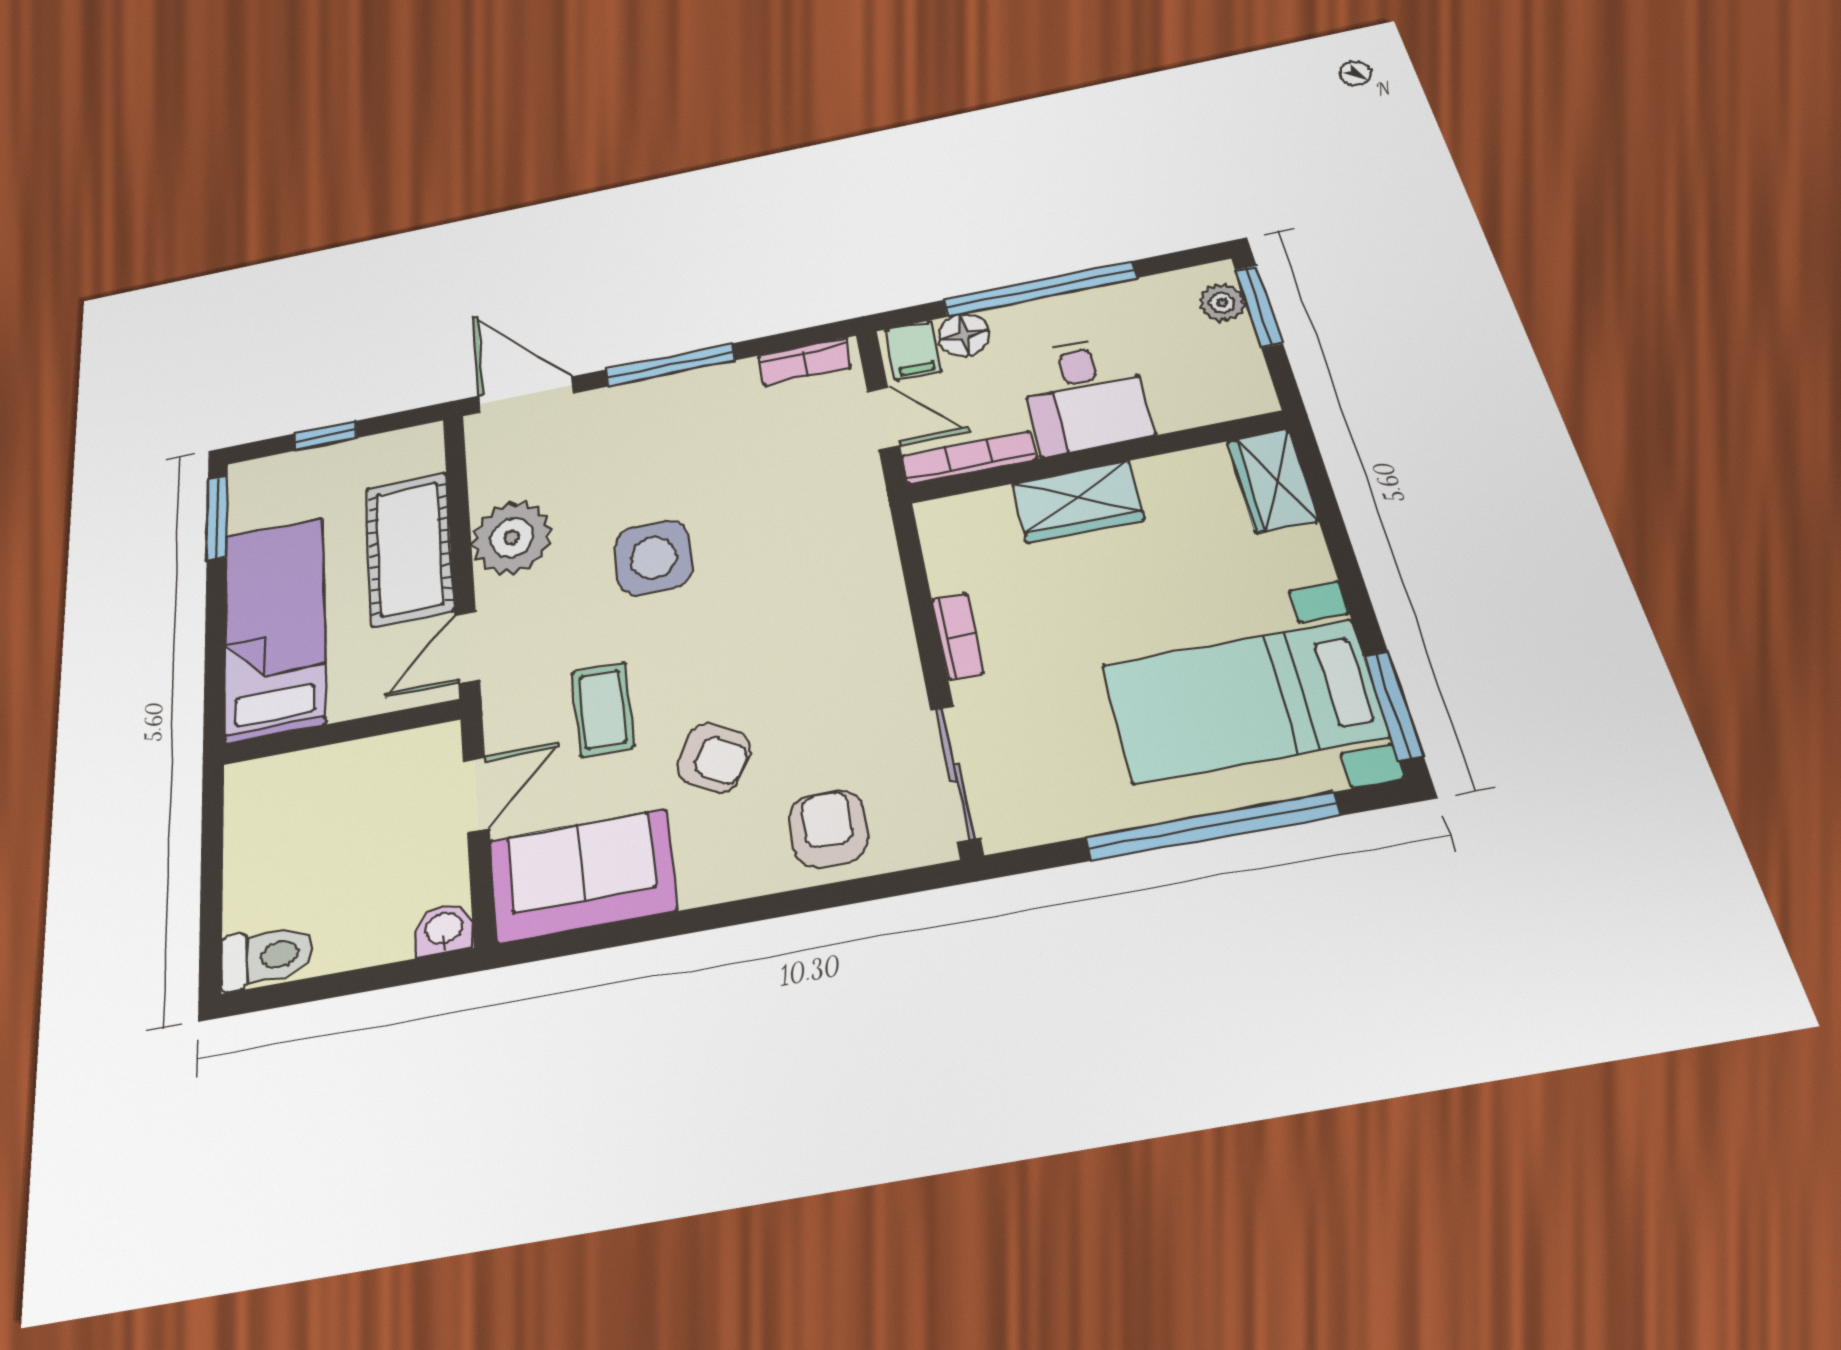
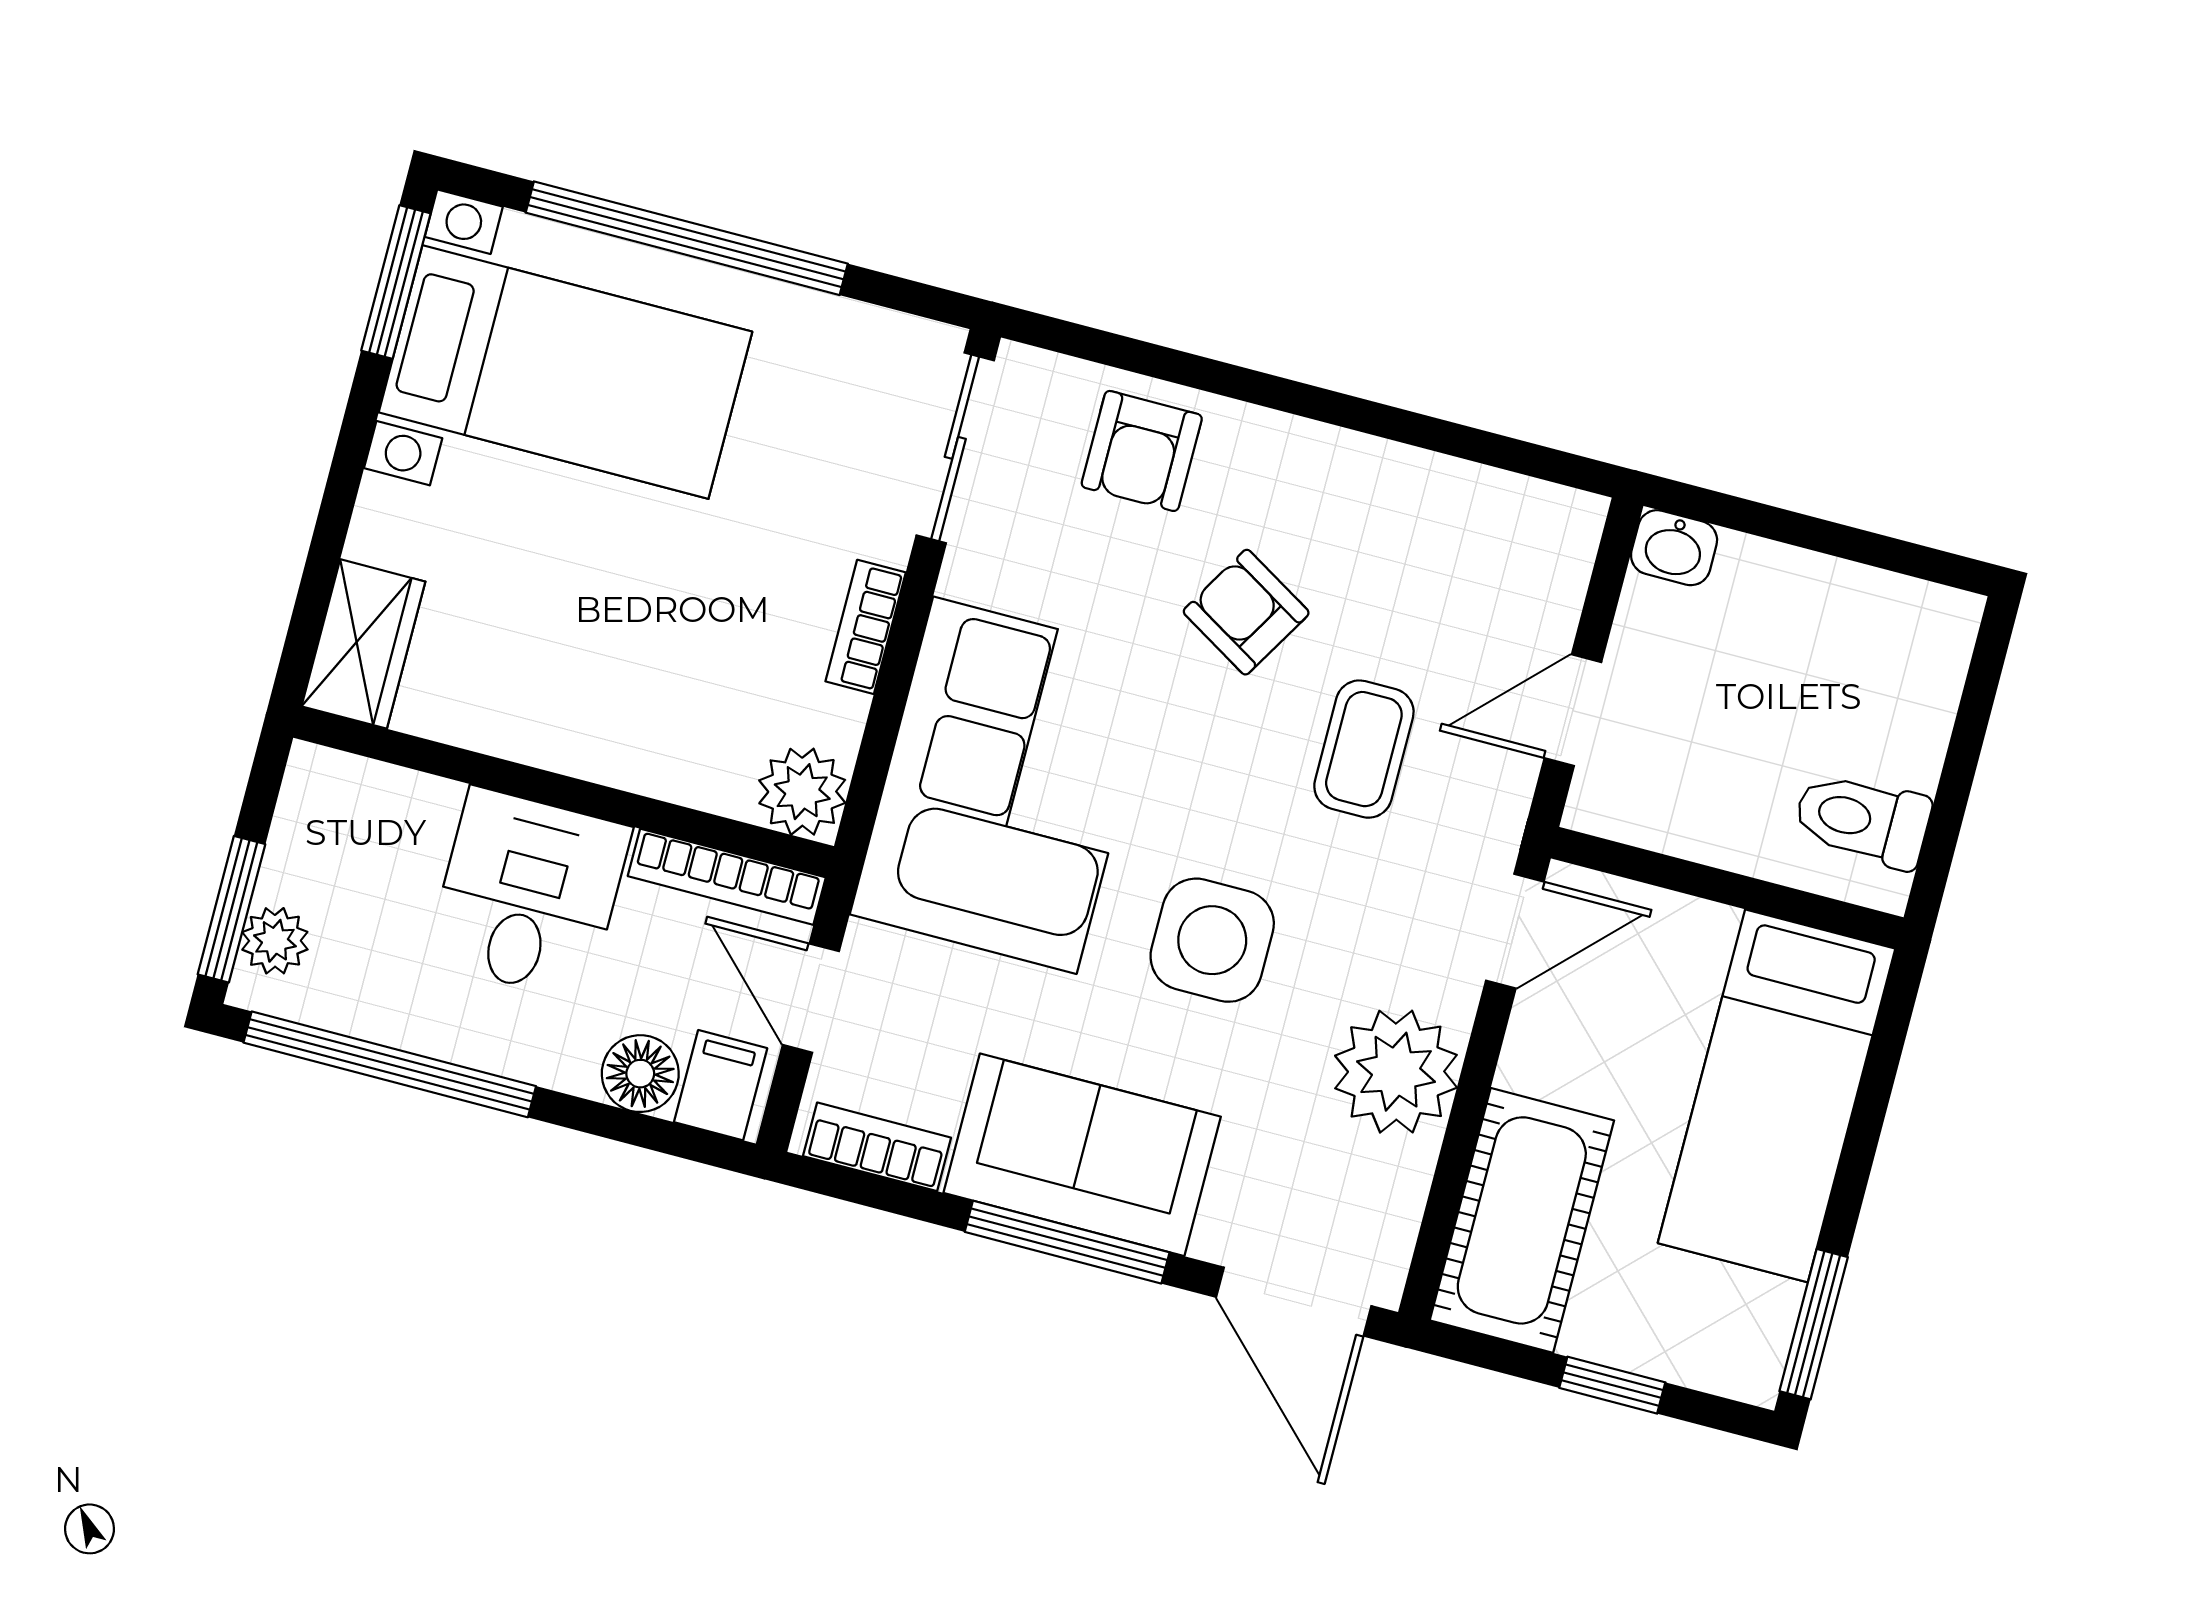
window: (1039, 289) -> (390, 1064), moved
wardrobe: (1078, 502) -> (620, 739), removed
plant: (948, 524) -> (802, 792), added
cot: (410, 549) -> (1522, 1220), moved
corner sofa: (822, 585) -> (1005, 785), added
sofa: (582, 875) -> (1082, 1155), moved, turned 180
toilet: (267, 957) -> (1862, 820), moved

